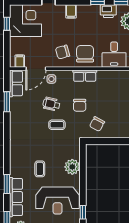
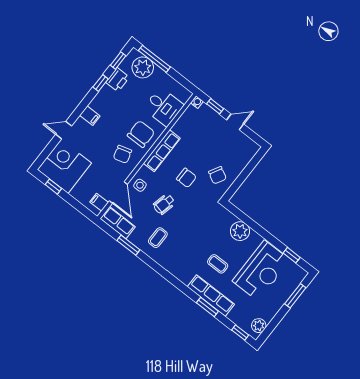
chair: (85, 54) -> (141, 134), turned 90
row of seats: (85, 76) -> (162, 151), width x1.48
coffee table: (57, 125) -> (158, 238), moved
row of seats: (16, 197) -> (211, 296), moved

